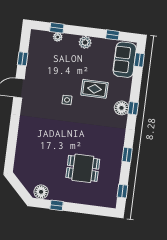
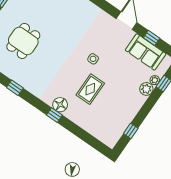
plant: (85, 42) -> (146, 89), moved
sofa: (125, 60) -> (146, 52), moved, turned 180
window: (139, 60) -> (95, 143), removed

